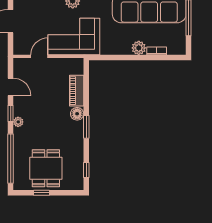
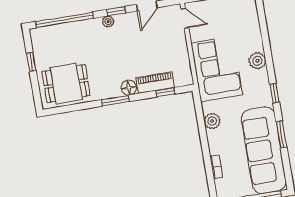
plant: (139, 48) -> (212, 121), moved
door: (39, 56) -> (185, 18), moved
dining table: (46, 168) -> (66, 84), moved
window: (86, 170) -> (165, 92), moved

